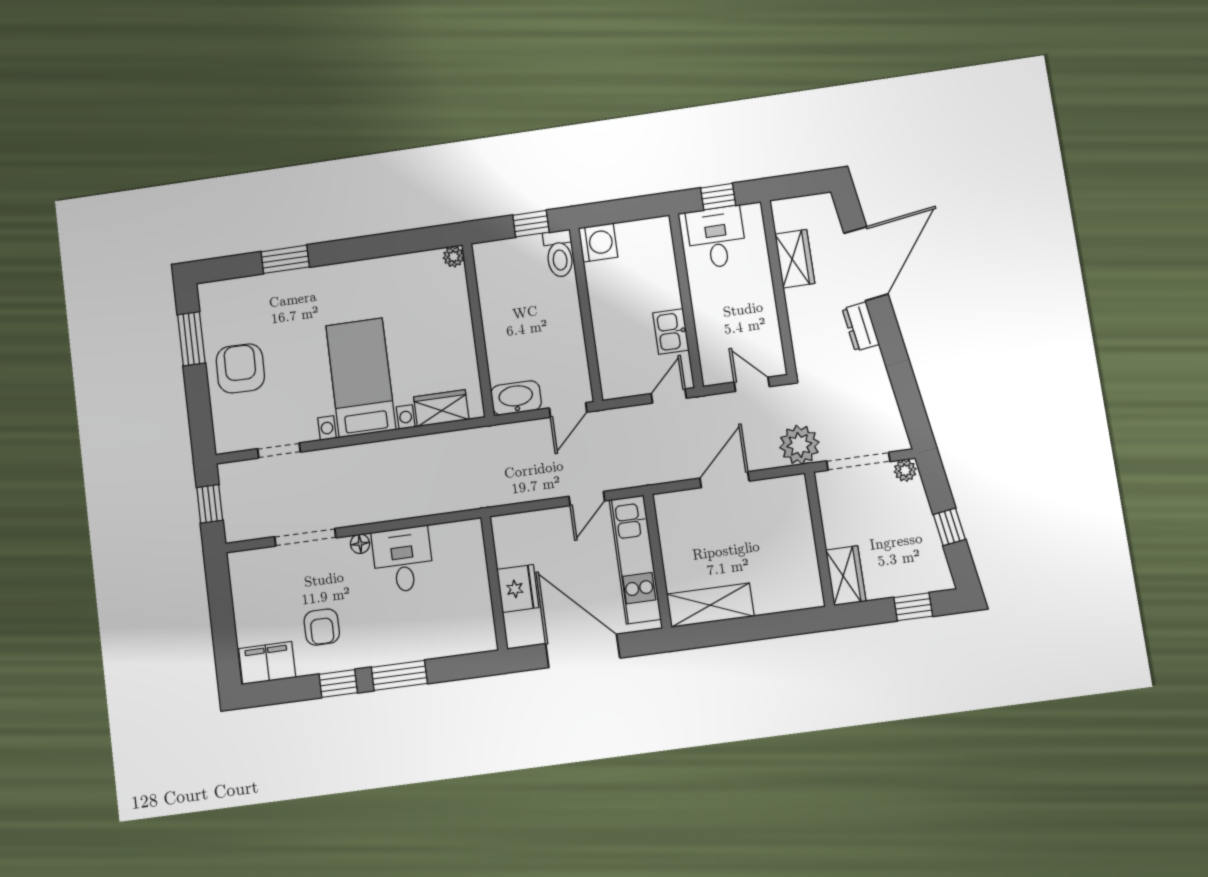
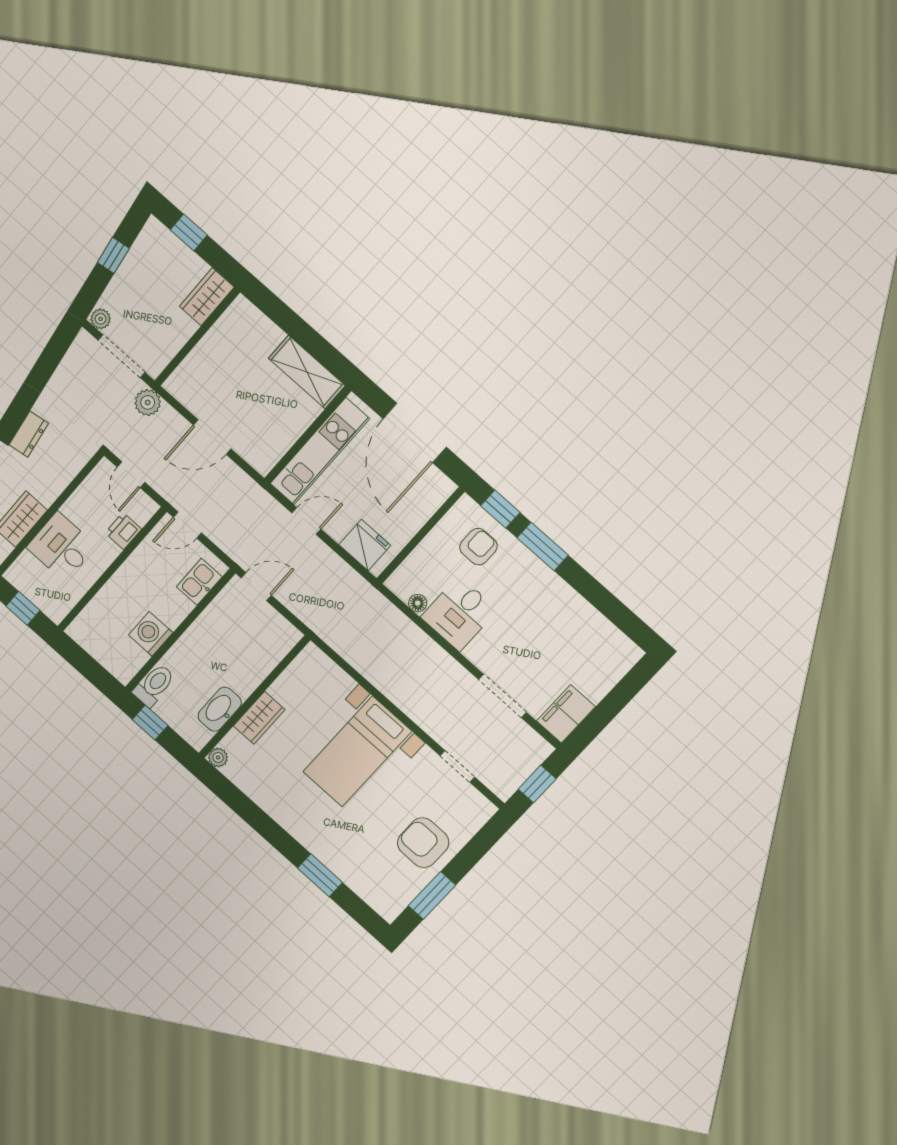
desk: (716, 237) -> (61, 547), moved, turned 90
washing machine: (598, 243) -> (151, 634), moved
kitchen sink: (671, 332) -> (199, 582), moved, turned 180
printer: (710, 337) -> (123, 531), added
armchair: (240, 368) -> (423, 843), turned 89
washbasin: (516, 398) -> (220, 709), moved, turned 90
wardrobe: (441, 408) -> (259, 718), moved, turned -90
plant: (799, 445) -> (148, 402), width x0.73, depth x0.73
floor lamp: (360, 544) -> (418, 603), moved
fridge: (518, 588) -> (365, 545), moved, turned 90
armchair: (322, 627) -> (478, 547), moved
filing cabinet: (267, 663) -> (566, 714), moved, turned 90
window: (338, 684) -> (500, 509), moved

